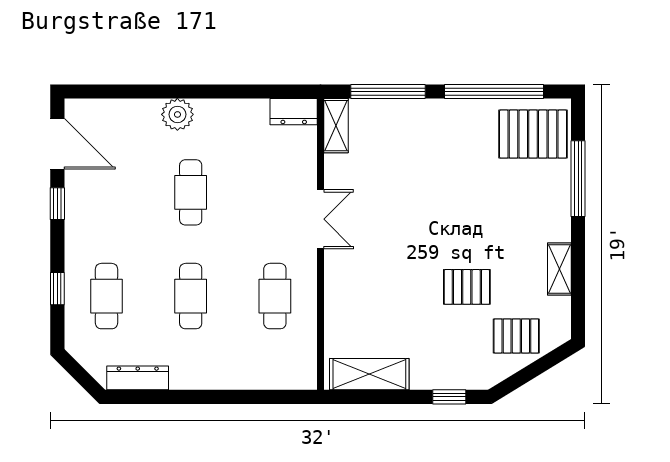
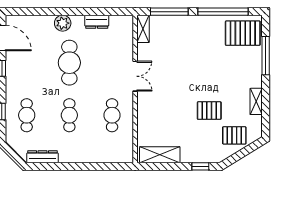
dresser: (294, 112) -> (97, 22), moved
cafe table: (191, 192) -> (69, 63), width x1.37, depth x1.35

